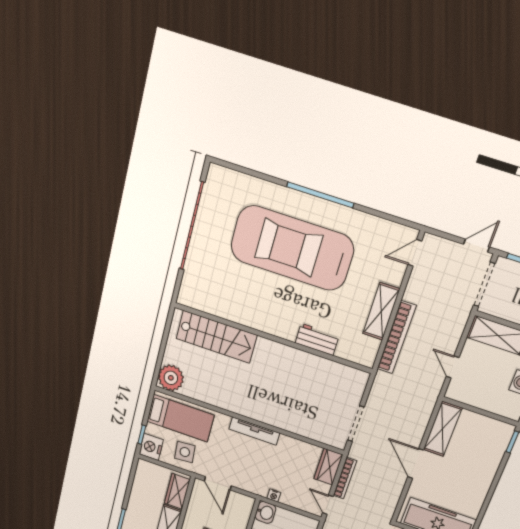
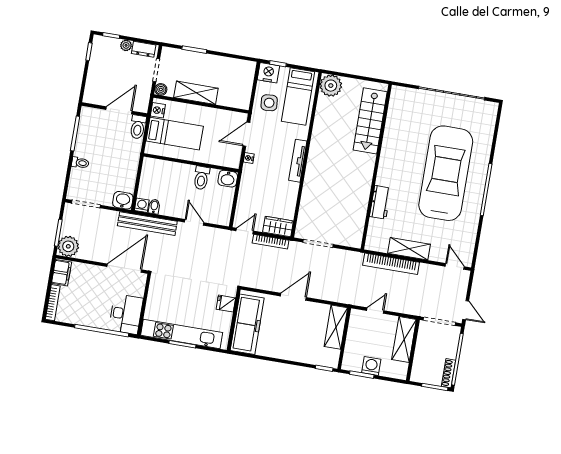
shelving: (443, 429) -> (336, 327), moved, turned 90
wardrobe: (177, 491) -> (232, 99), removed
nightstand: (274, 495) -> (249, 158), moved

